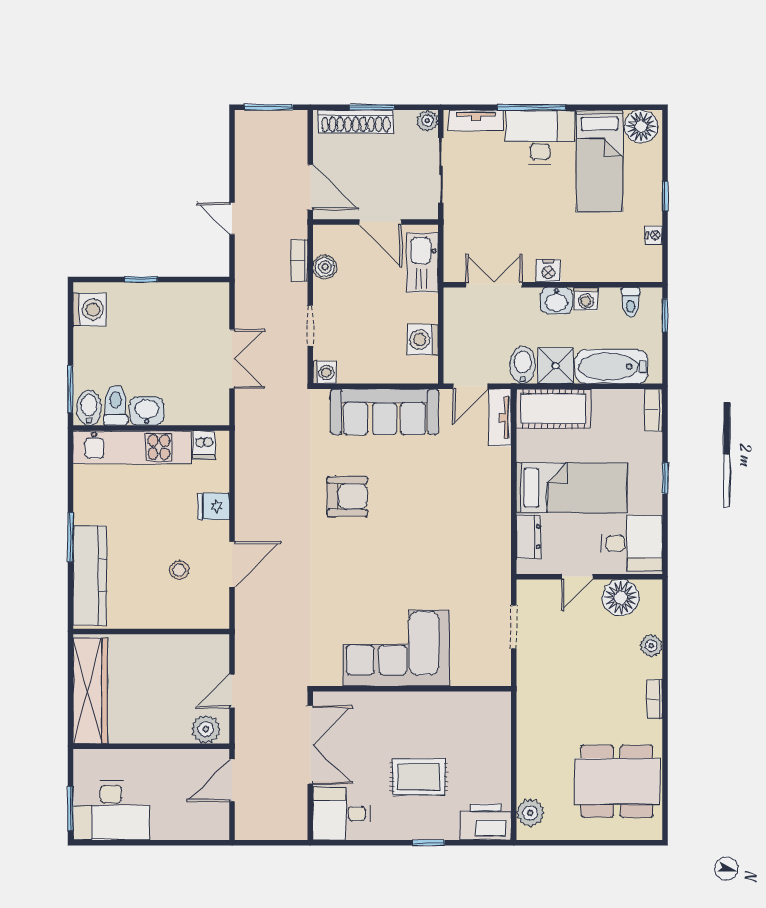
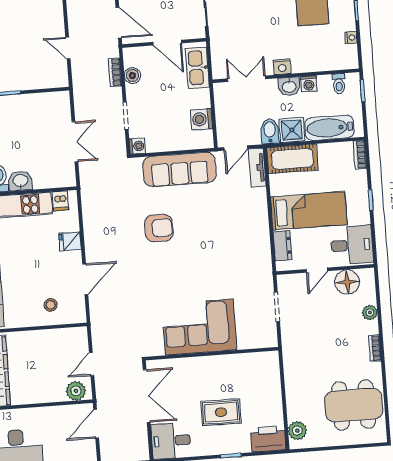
stool: (179, 570) -> (51, 305), moved

